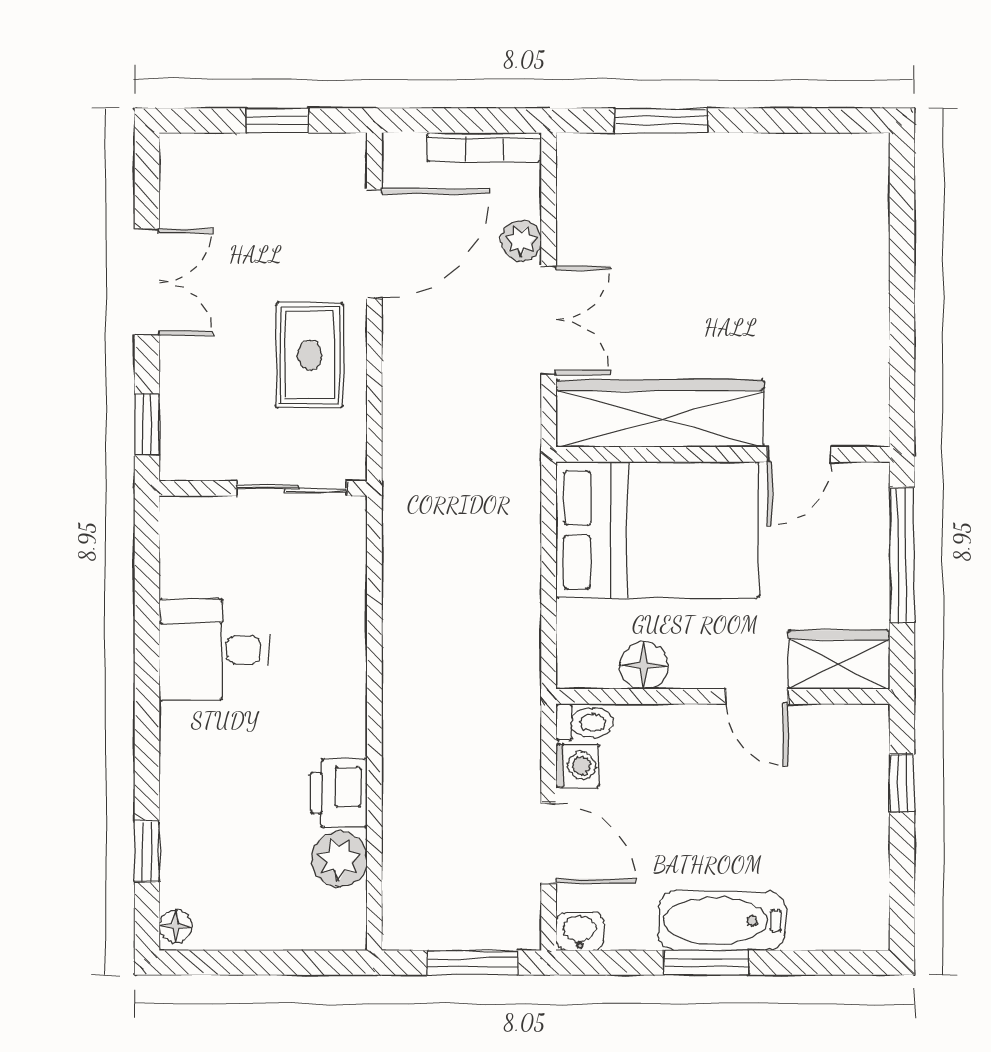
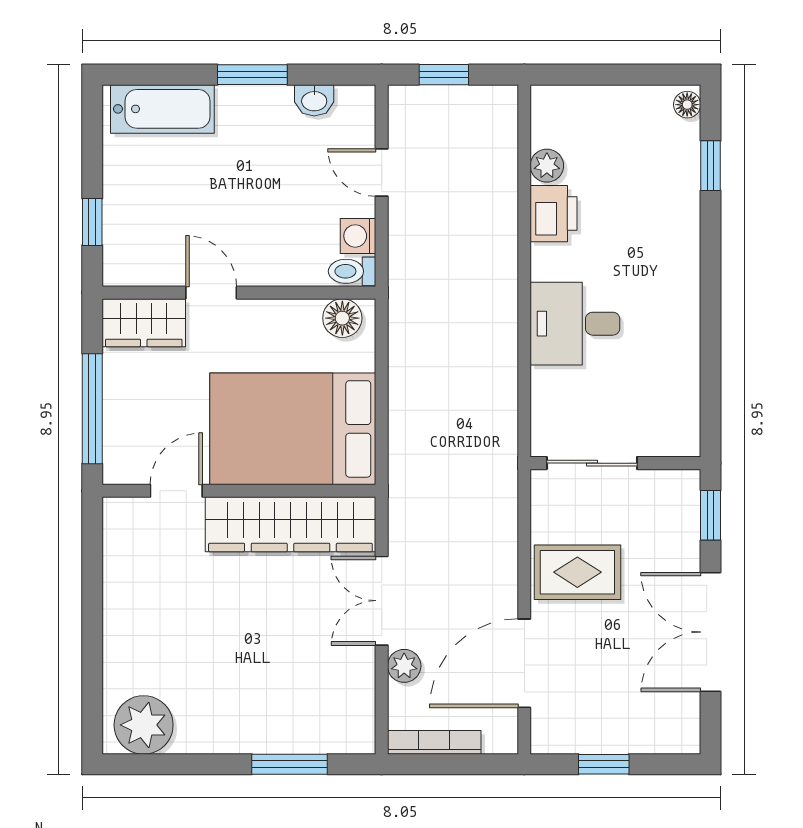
plant: (839, 168) -> (144, 725), added
double door: (147, 282) -> (711, 632), width x1.37
rug: (310, 355) -> (577, 572), turned 90
desk: (214, 650) -> (575, 324), moved, turned 180
floor lamp: (644, 665) -> (342, 318), moved
door: (549, 843) -> (382, 173), width x0.73
plant: (339, 859) -> (547, 166), width x0.73, depth x0.73
bathtub: (722, 921) -> (162, 109), moved
washbasin: (580, 931) -> (314, 100), moved
window: (473, 963) -> (444, 75), width x0.67

